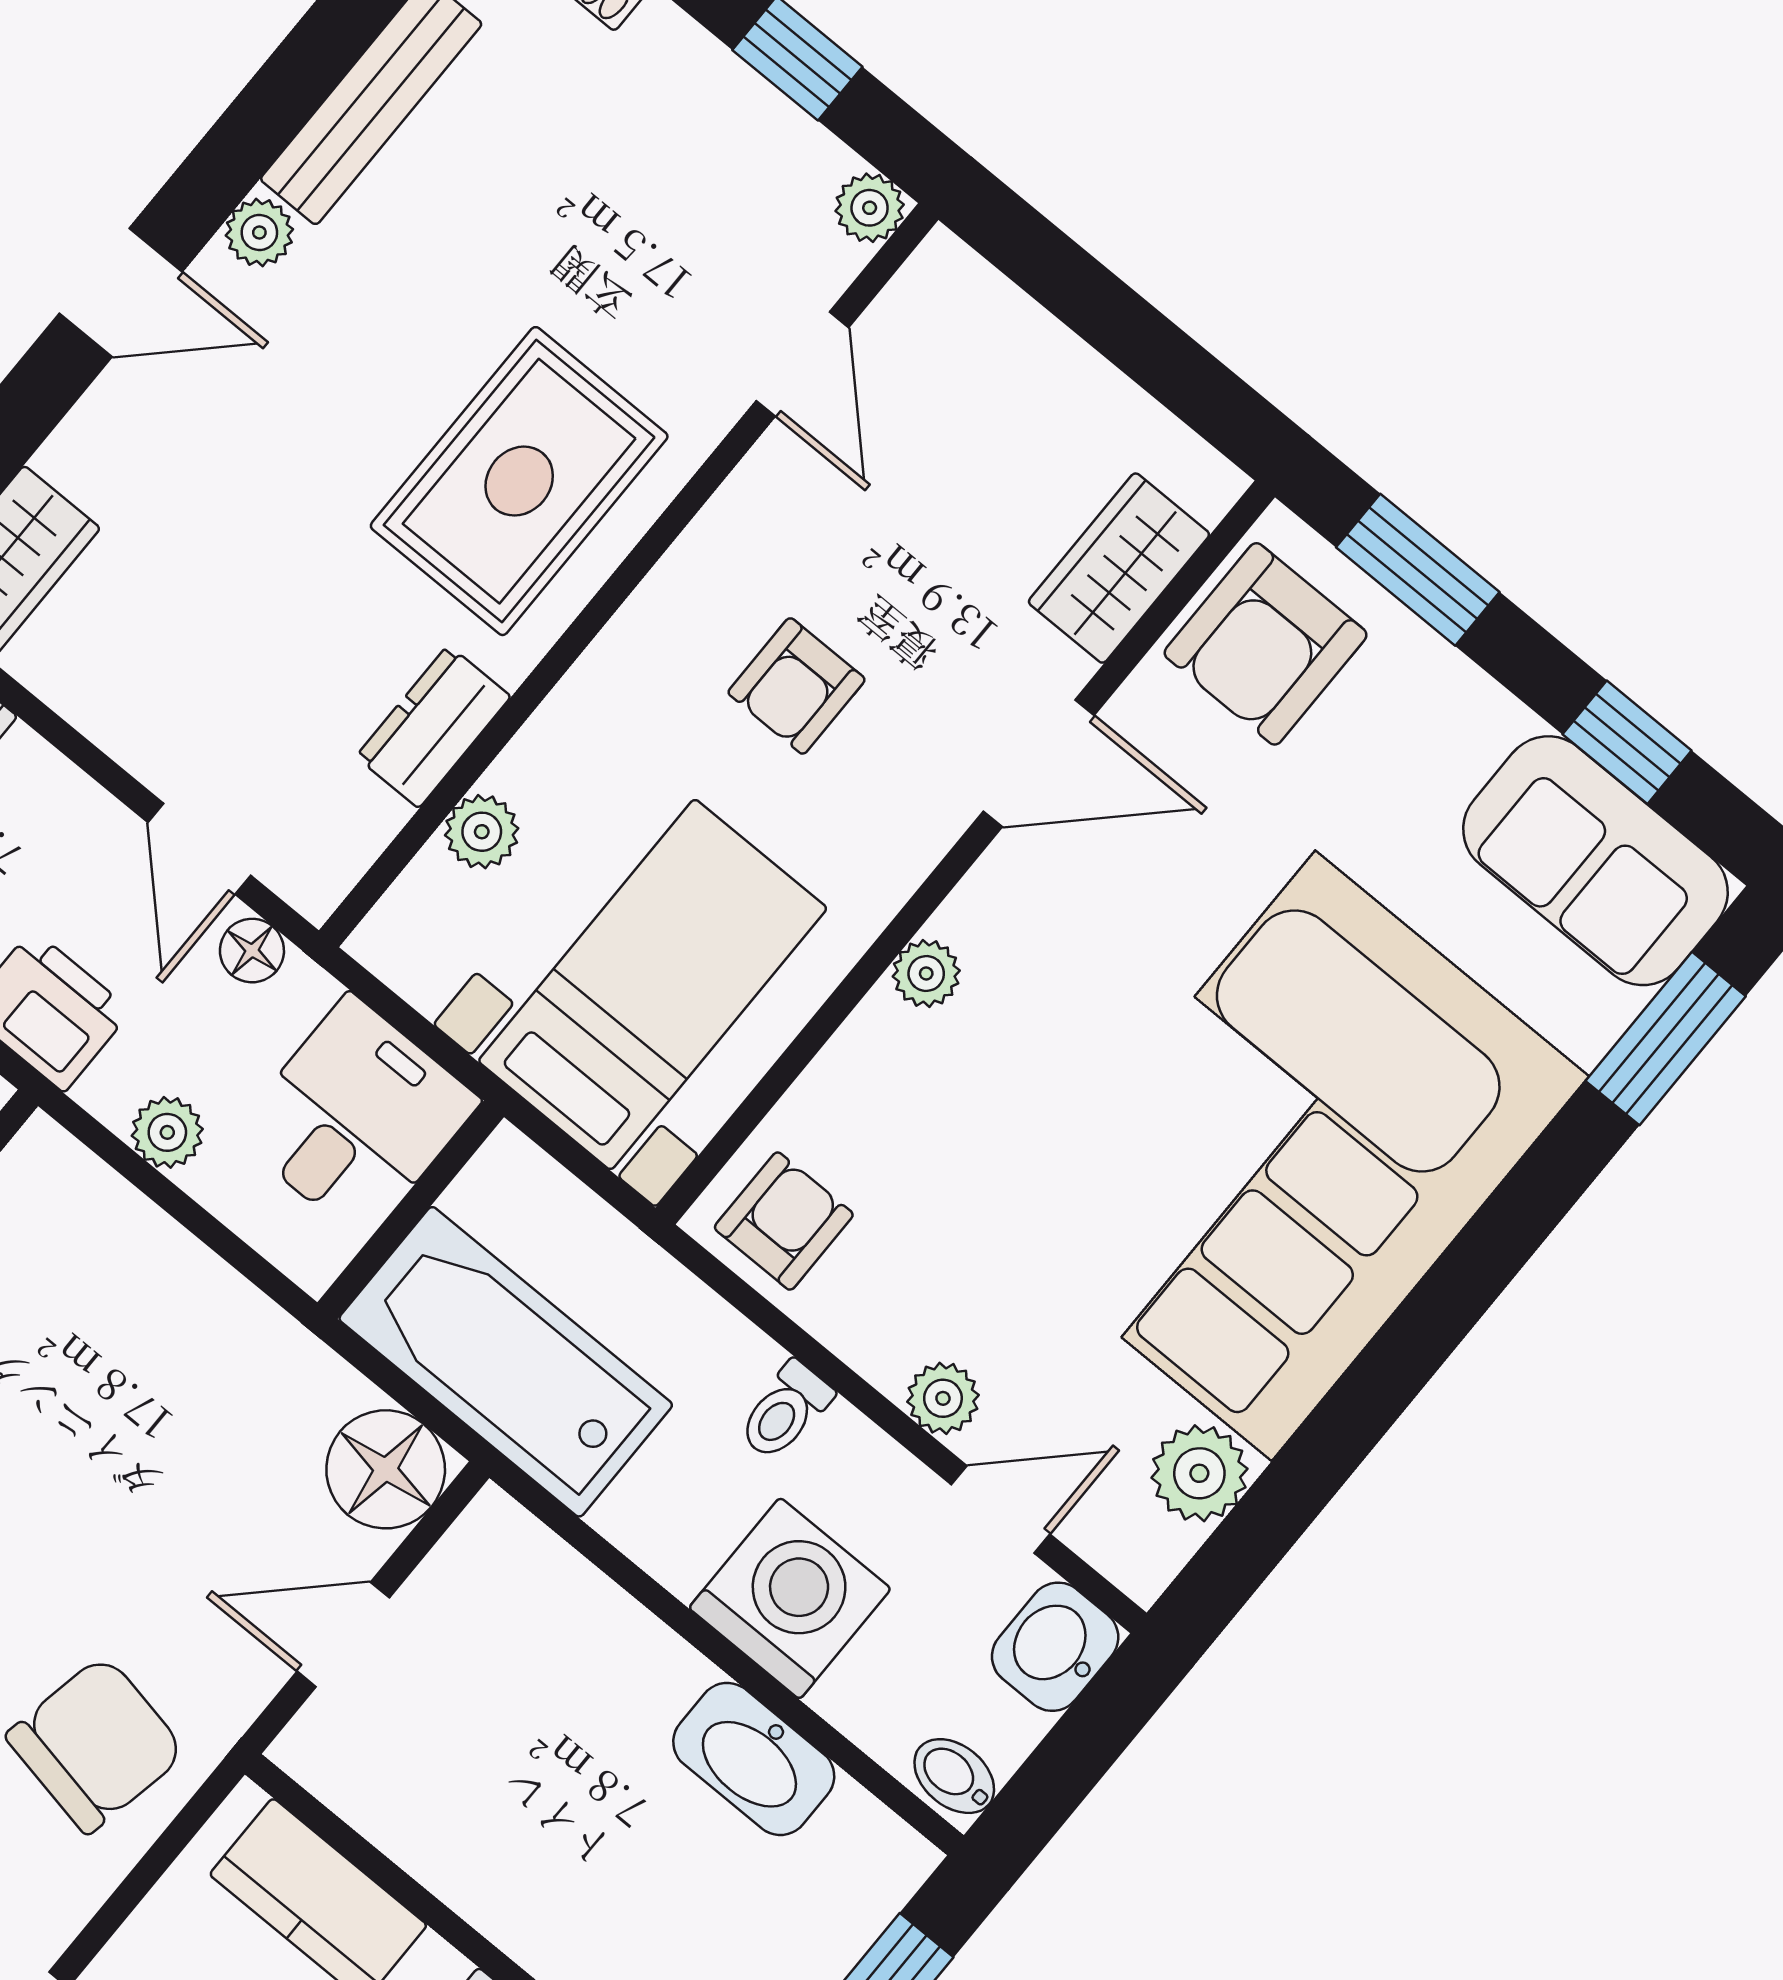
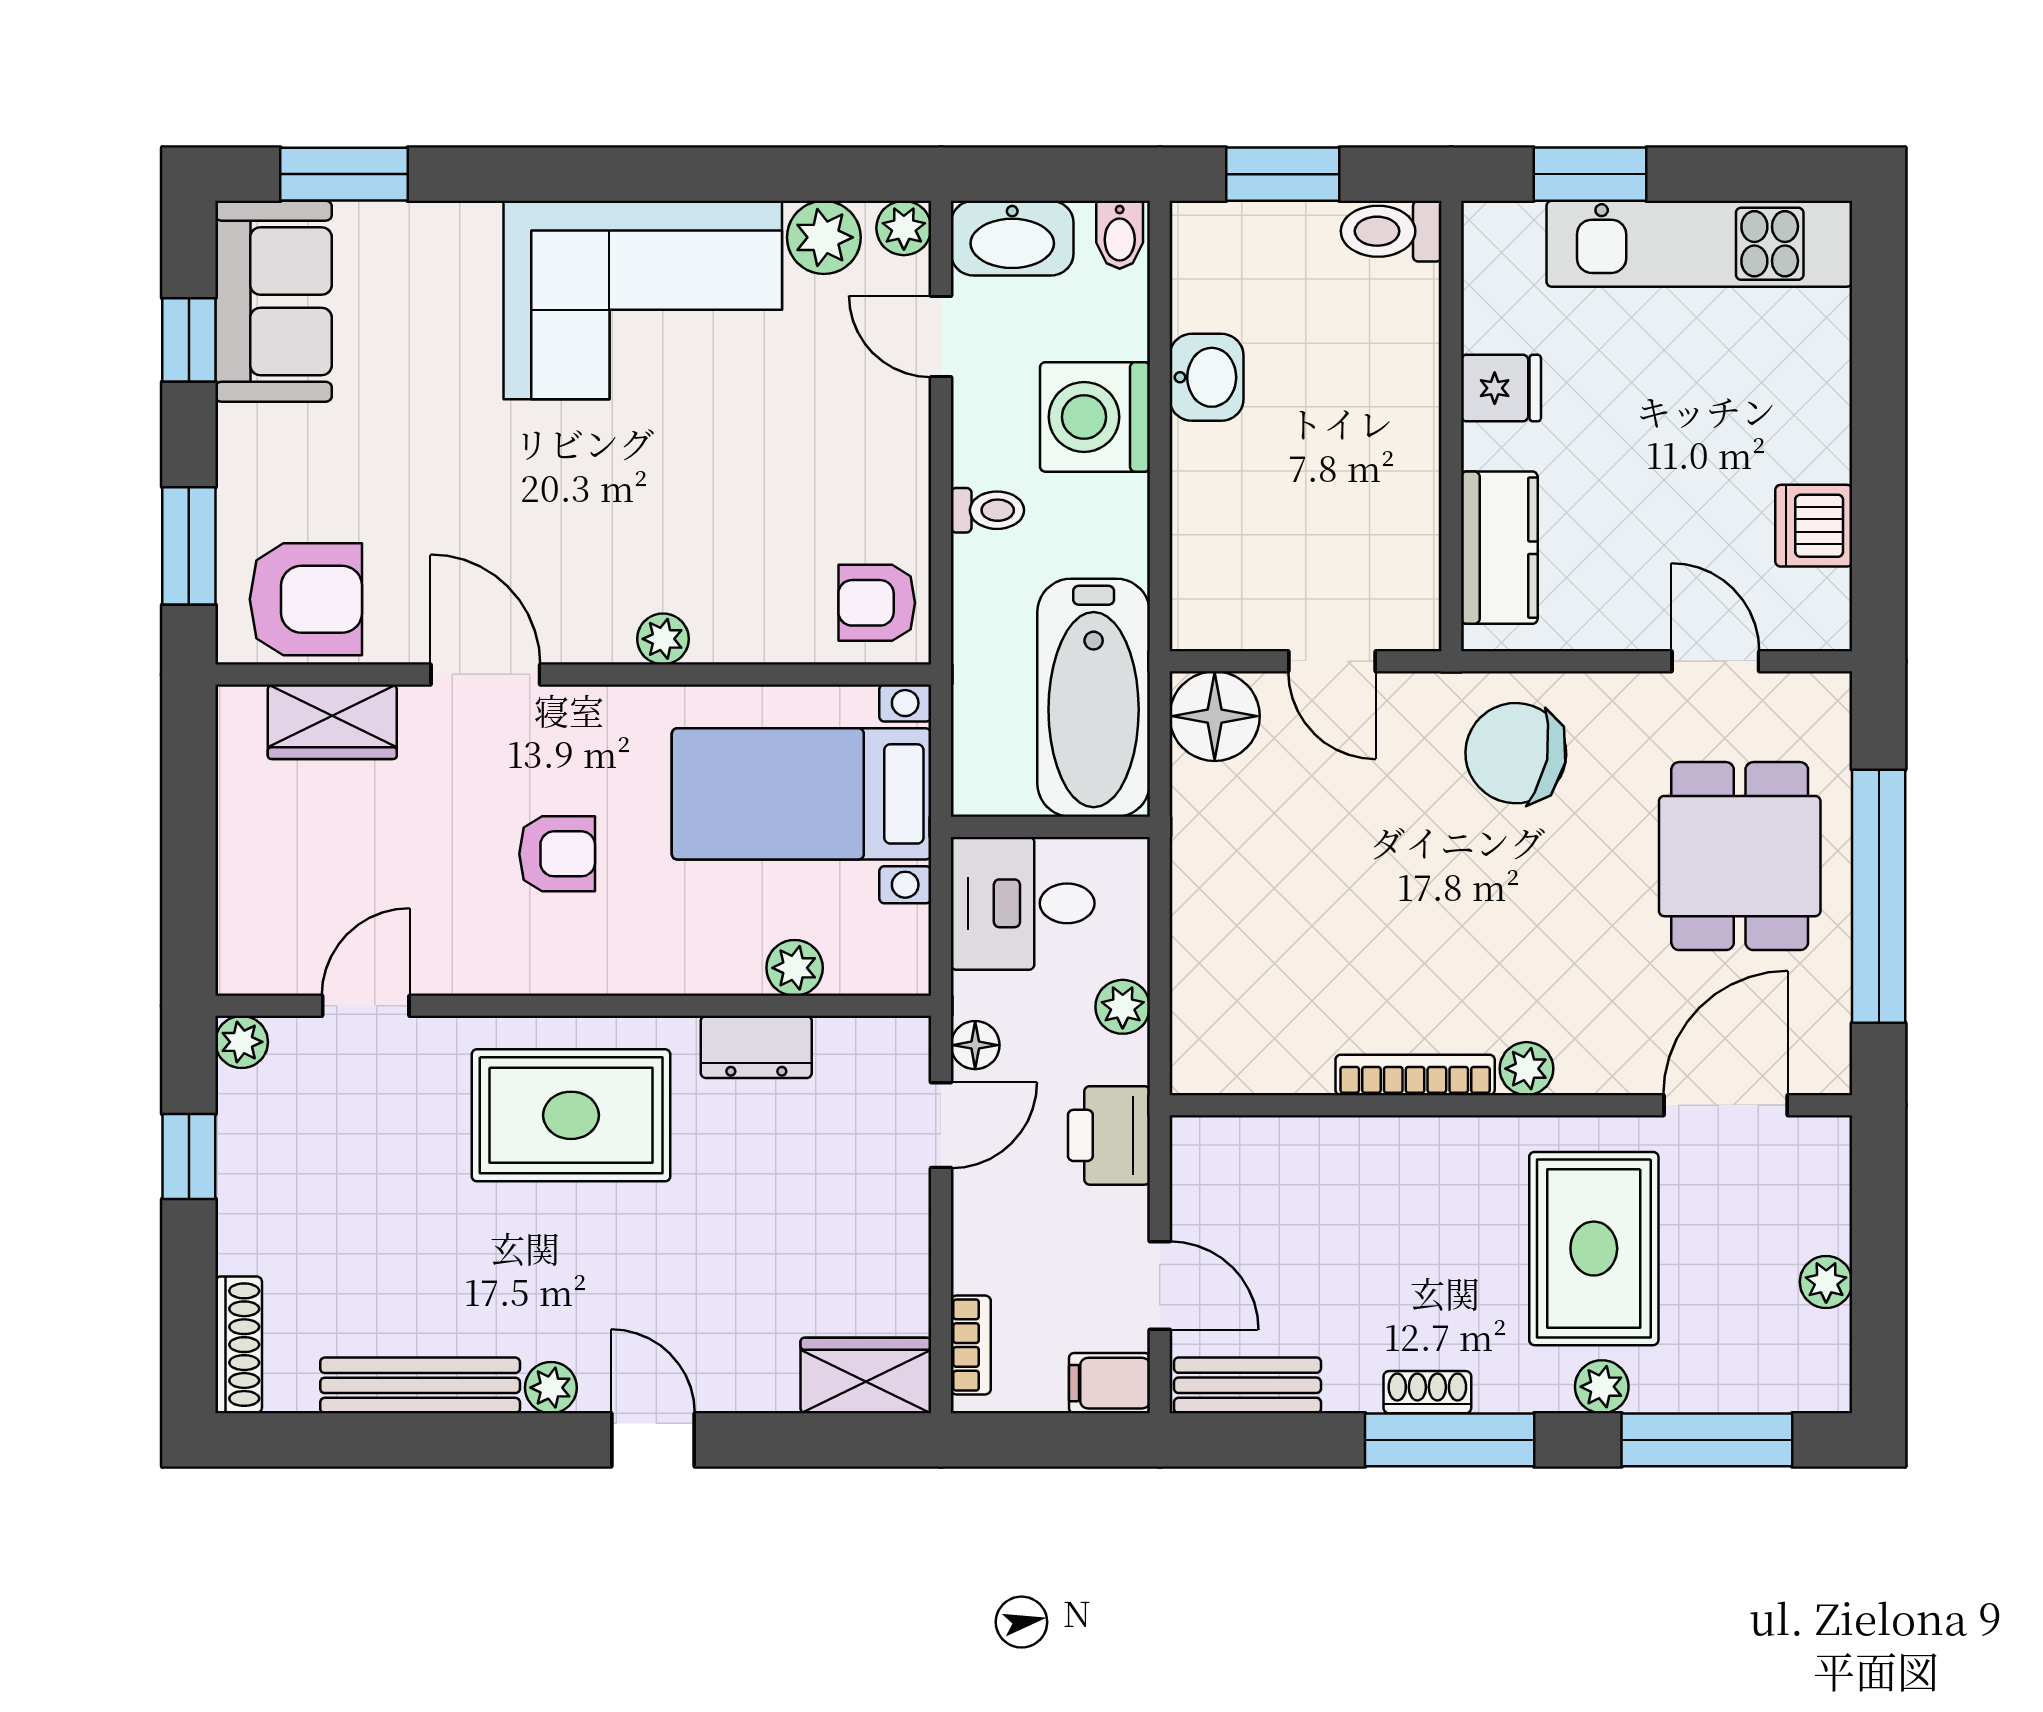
corner sofa: (1293, 1156) -> (643, 300), width x0.73, depth x0.74
plant: (943, 1398) -> (904, 228), moved
washbasin: (1055, 1647) -> (1012, 238), width x1.38
washbasin: (754, 1759) -> (1207, 377), width x0.72

